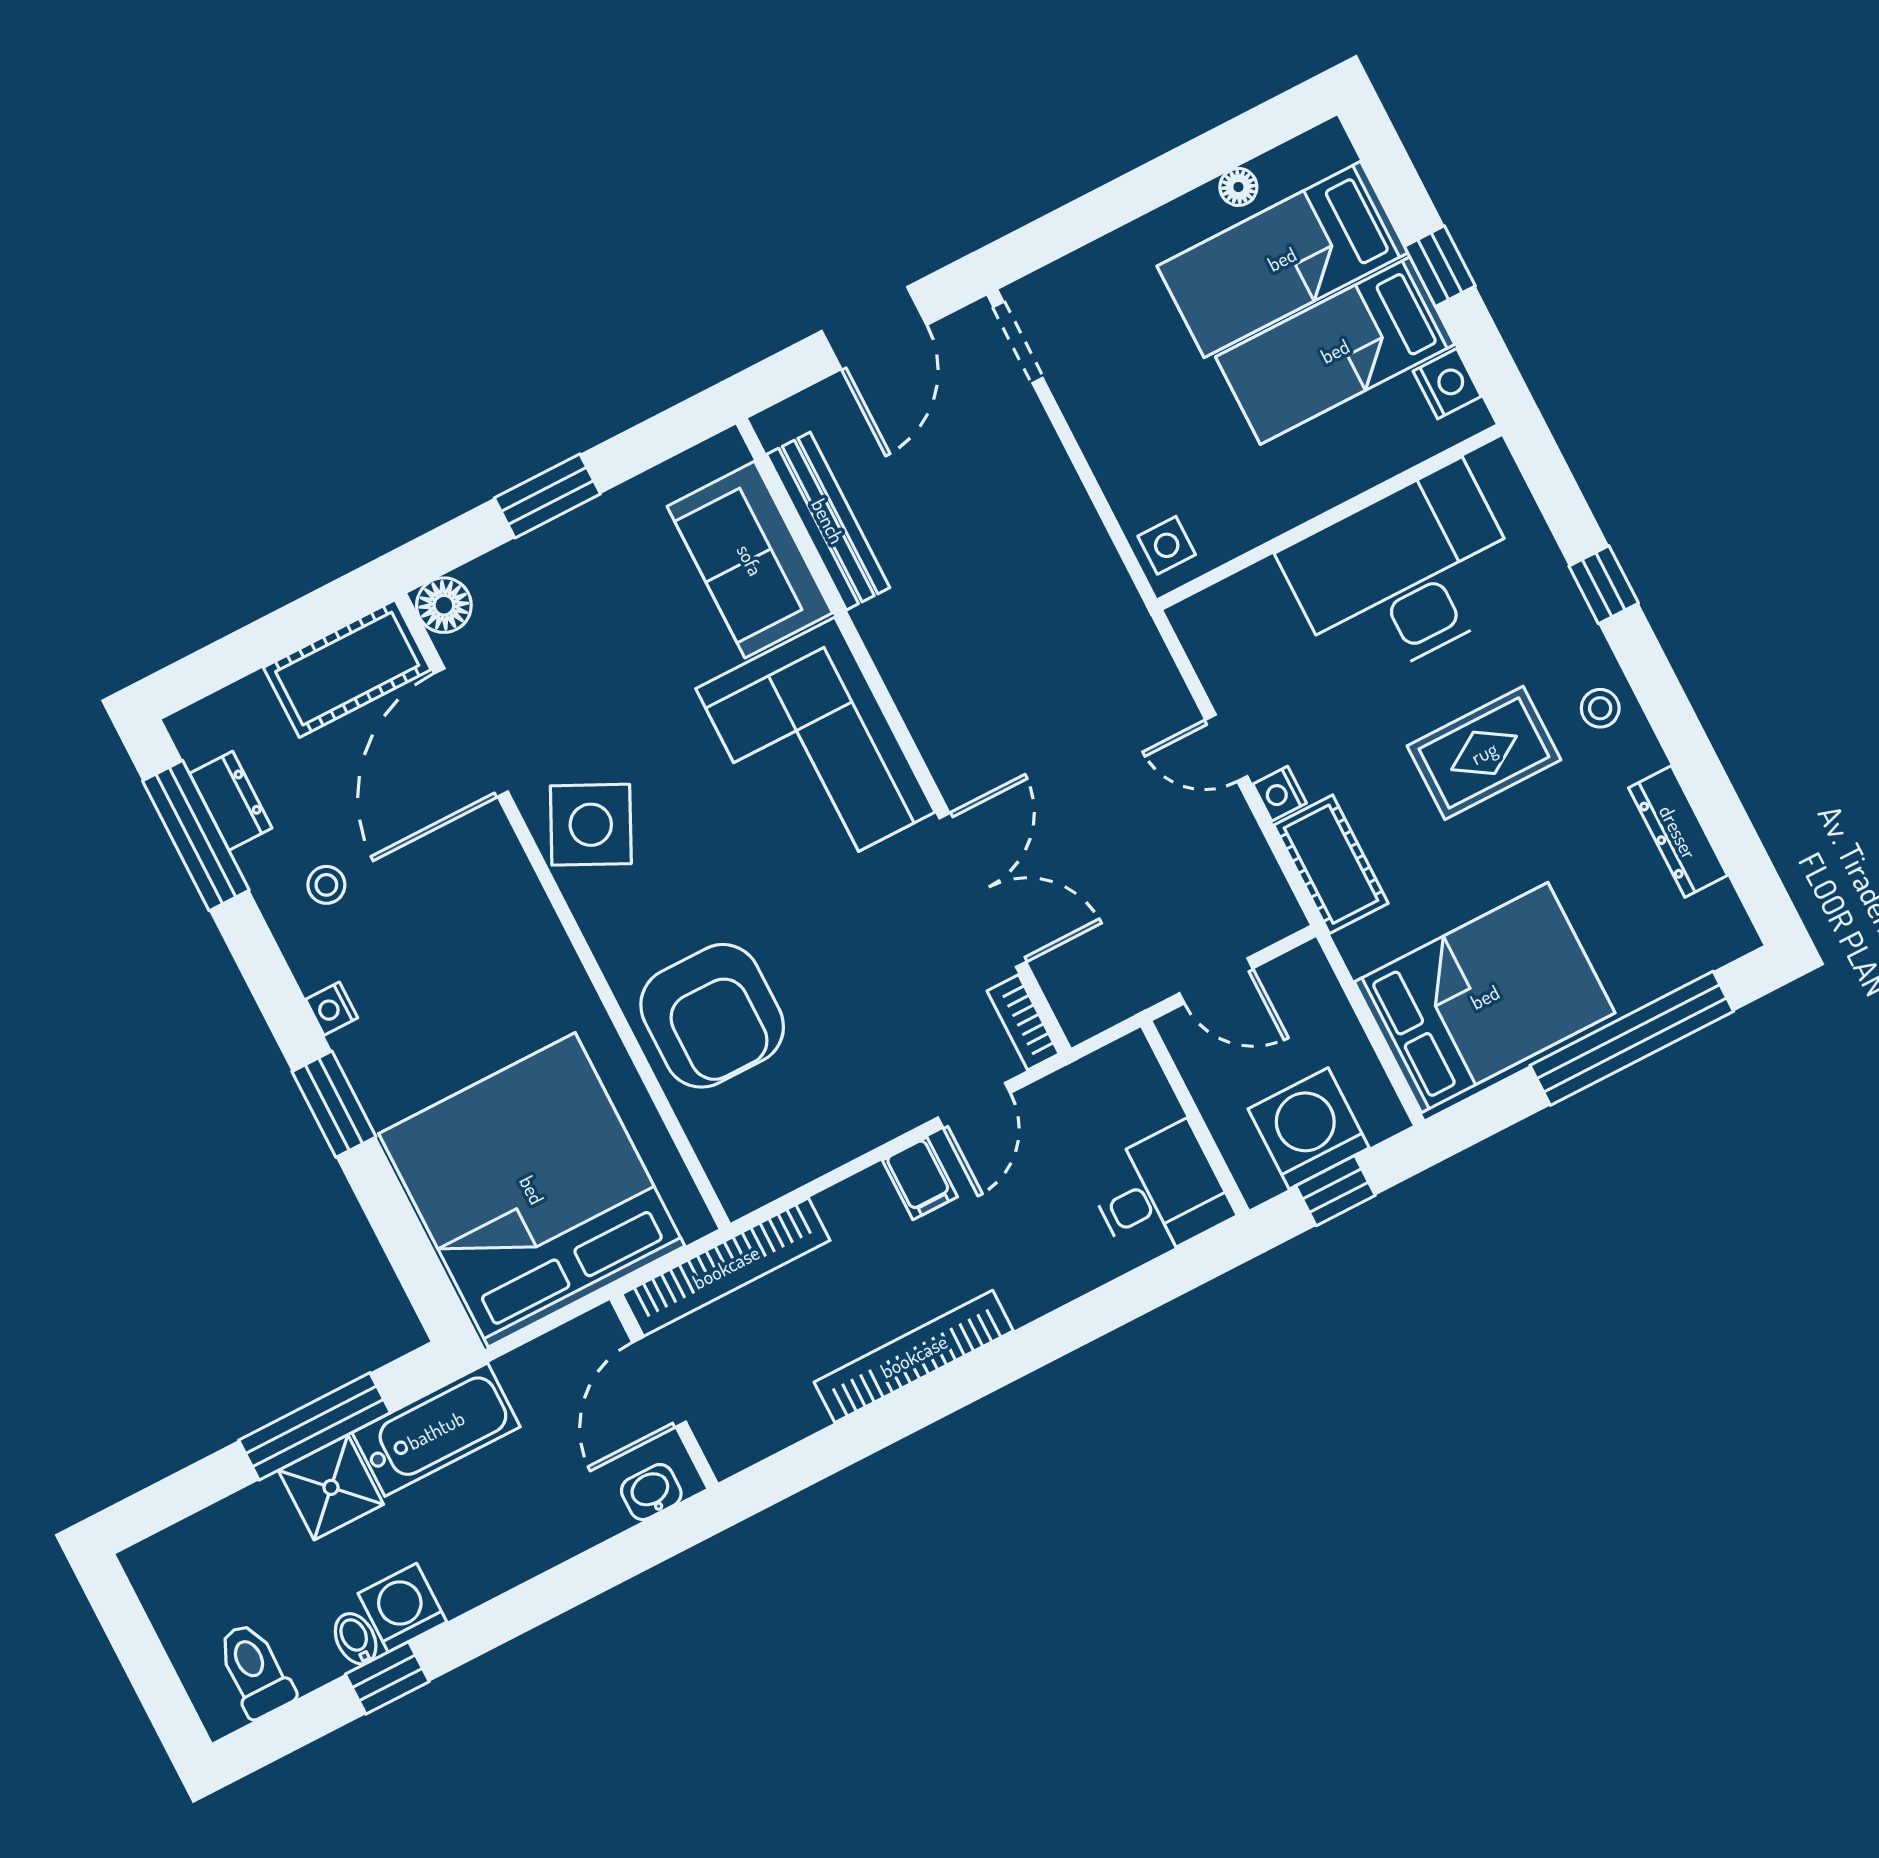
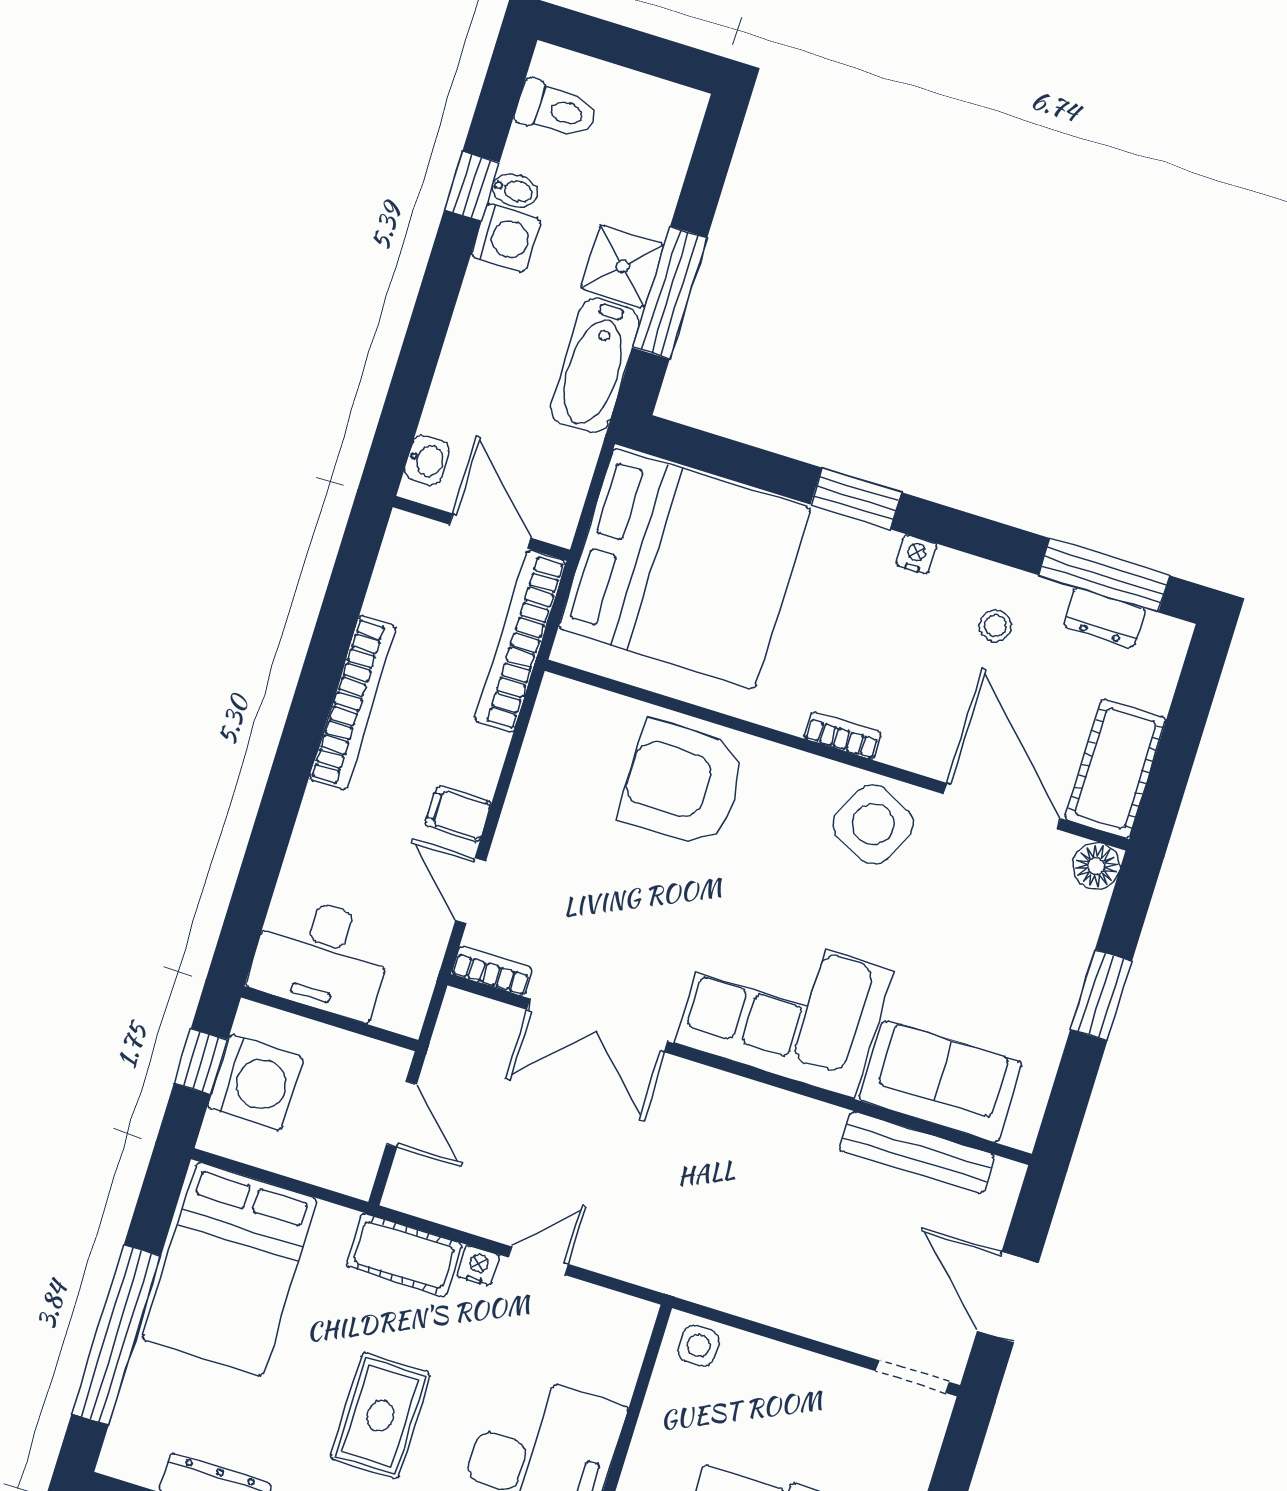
bookcase: (542, 923) -> (843, 735), added
door: (1216, 981) -> (401, 1114), swing flipped
desk: (1159, 1194) -> (322, 957), width x1.37

